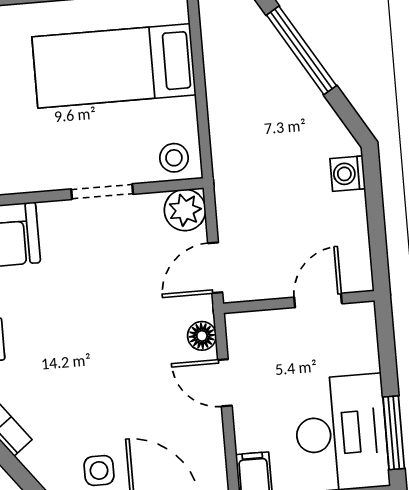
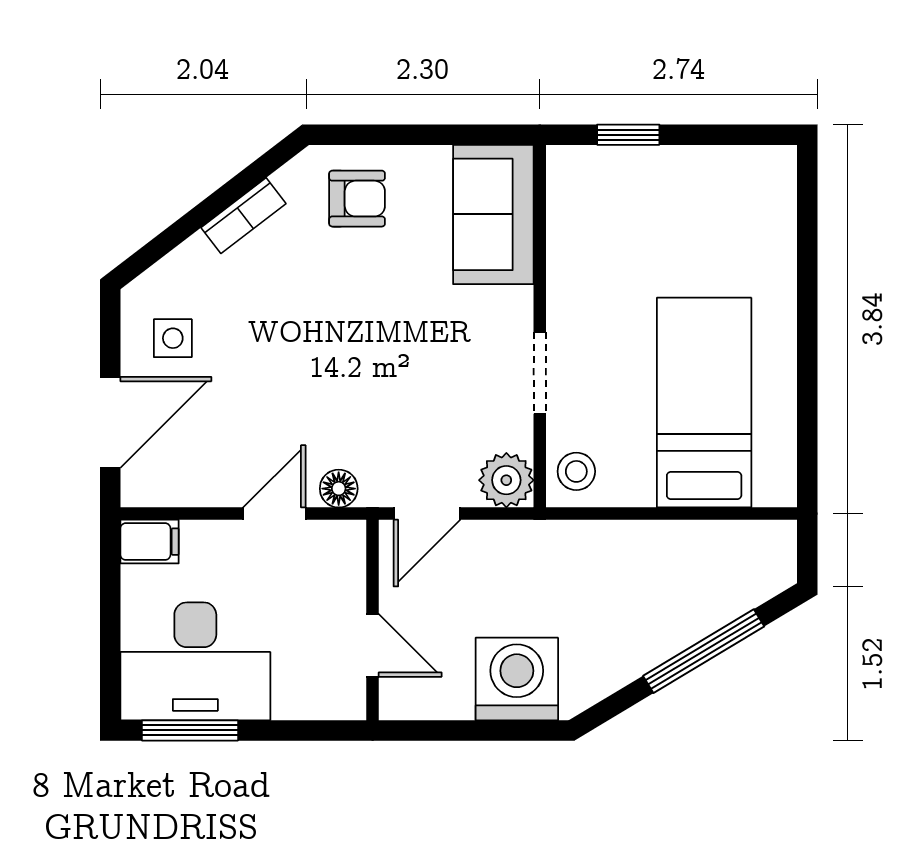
washing machine: (348, 174) -> (517, 679), width x1.89, depth x1.89
door: (215, 268) -> (427, 514), swing flipped

